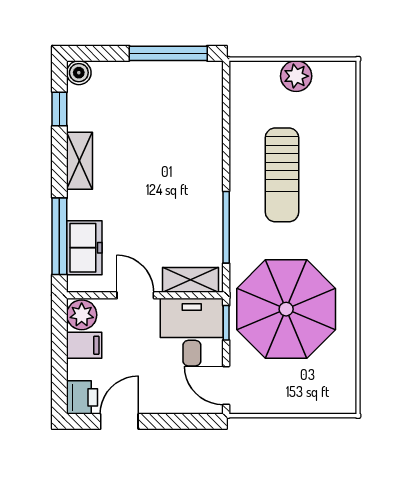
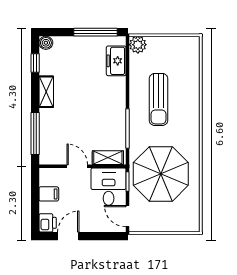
plant: (296, 76) -> (138, 45), moved
freezer: (84, 248) -> (116, 61), moved, turned 180
plant: (82, 315) -> (47, 177), removed

